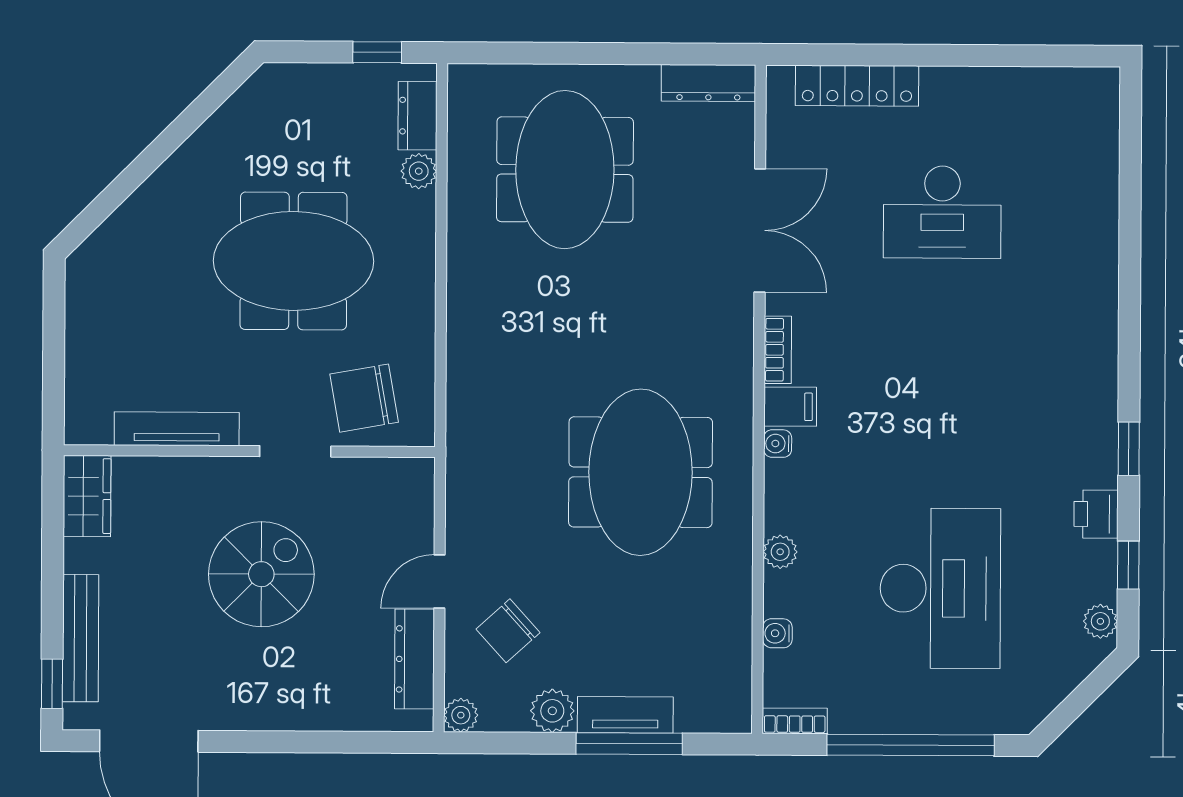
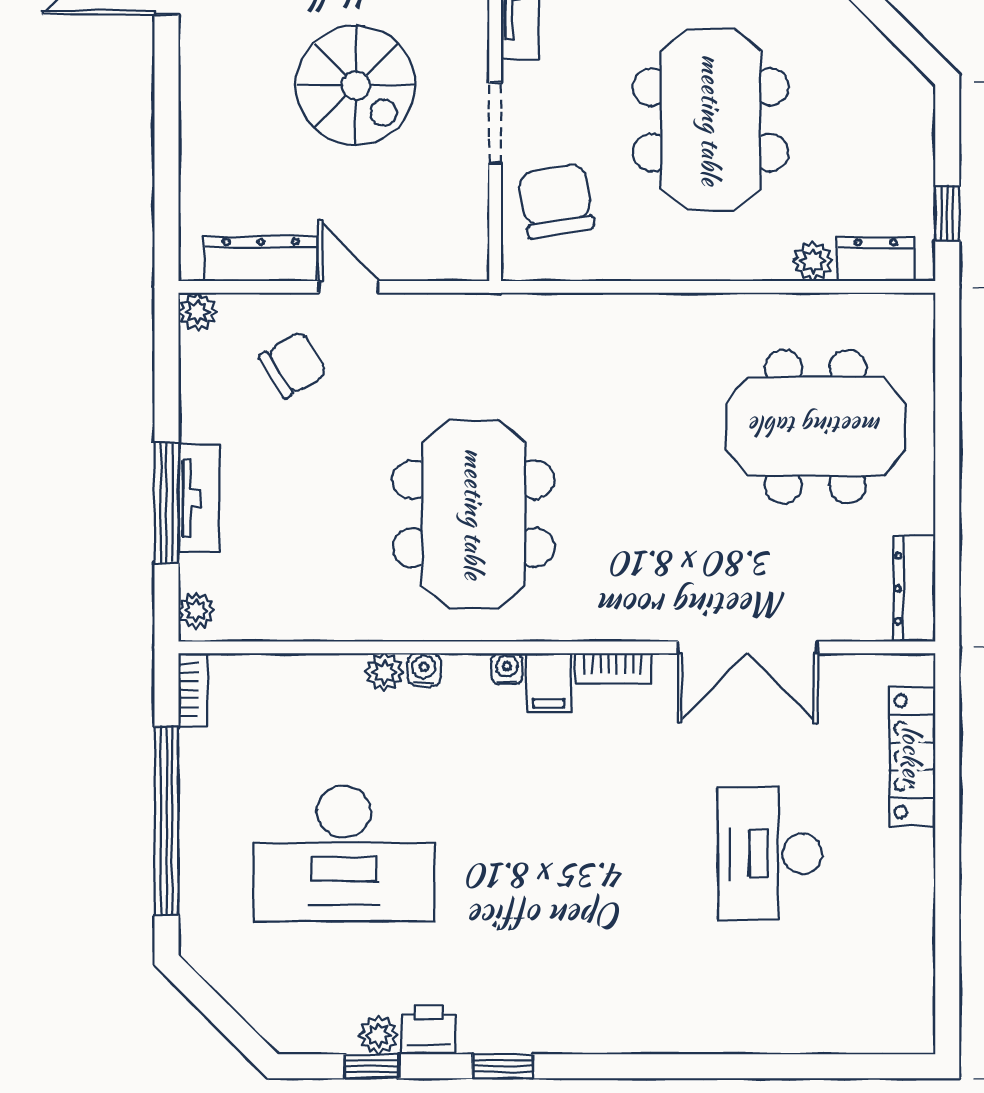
meeting table: (641, 472) -> (474, 514), turned 90
plant: (1100, 621) -> (379, 1035), moved
chair: (508, 631) -> (293, 365), turned 101
water cooler: (777, 633) -> (424, 670), moved
plant: (552, 711) -> (196, 611), moved, width x0.73, depth x0.73

